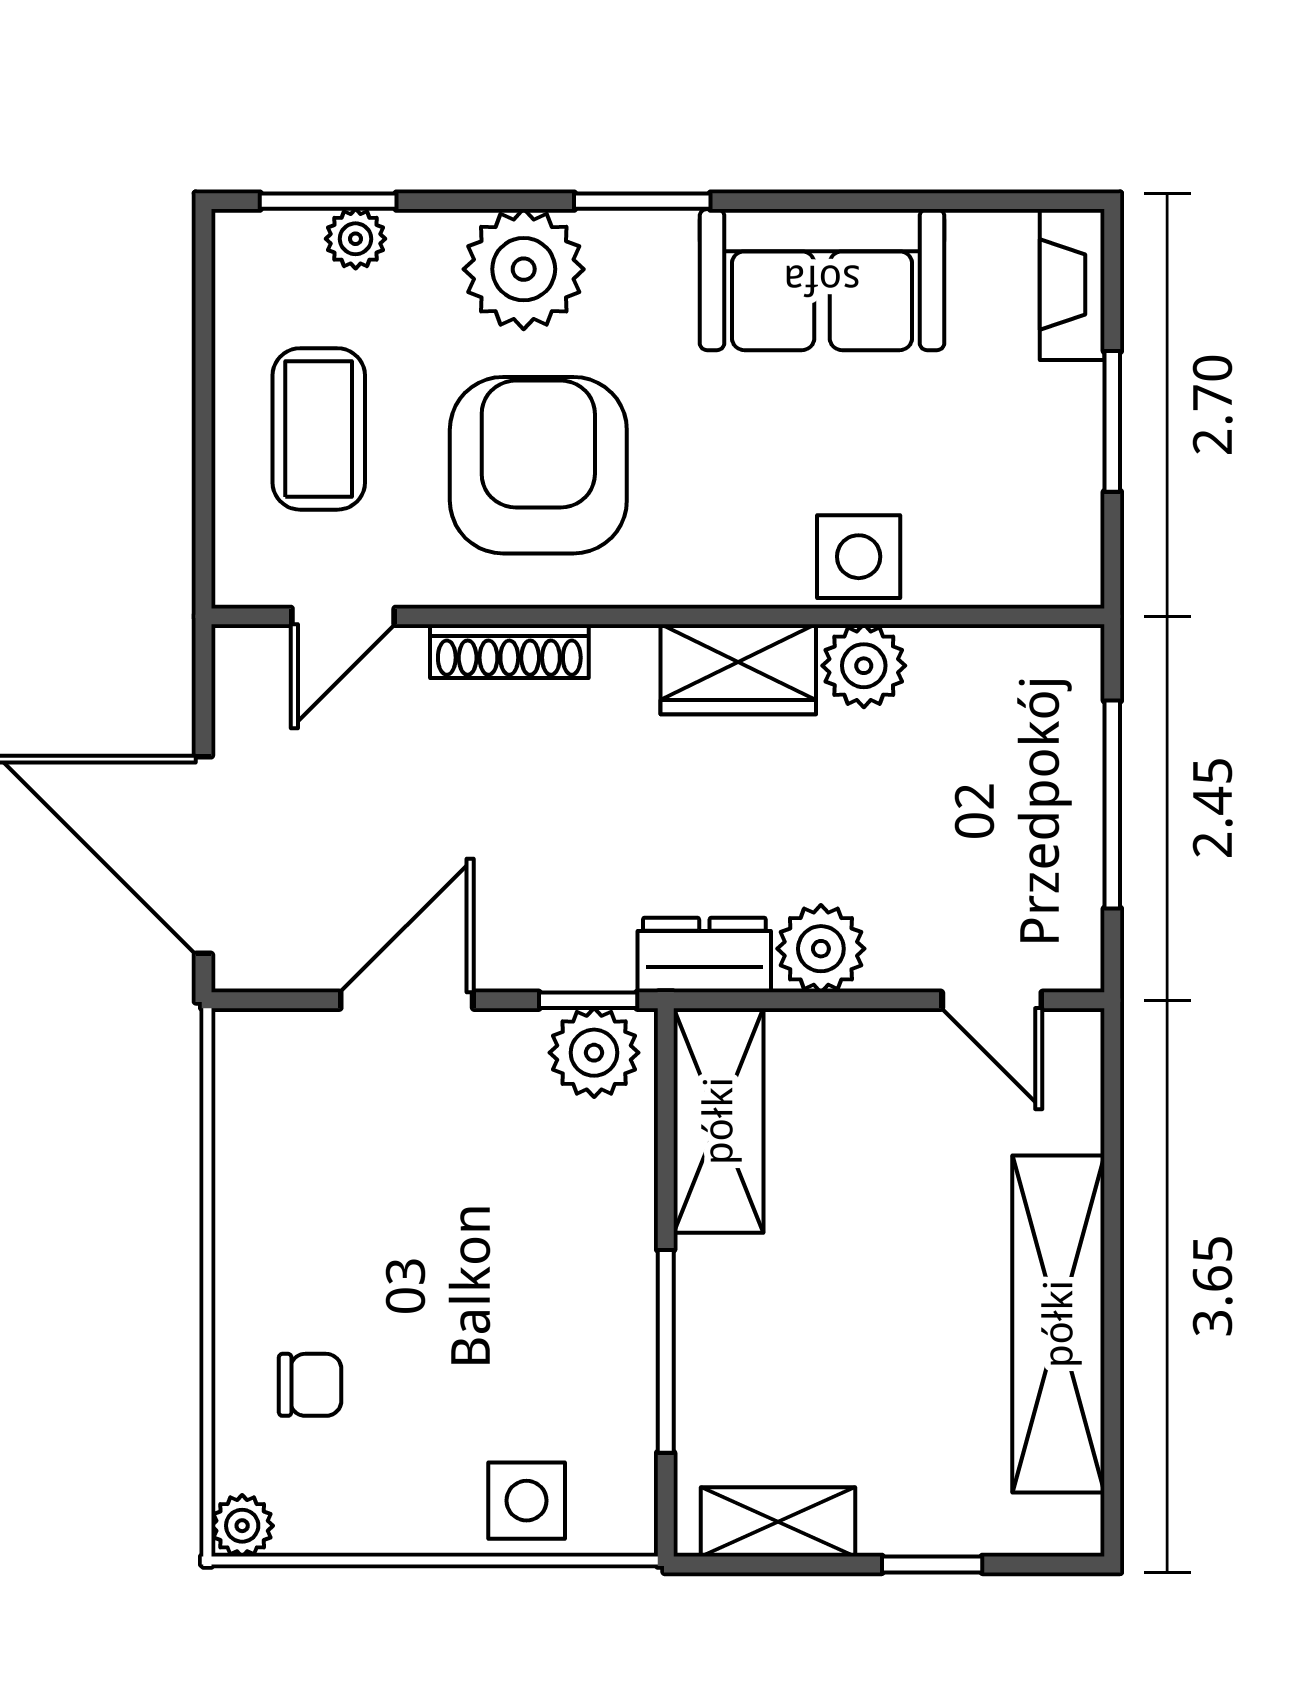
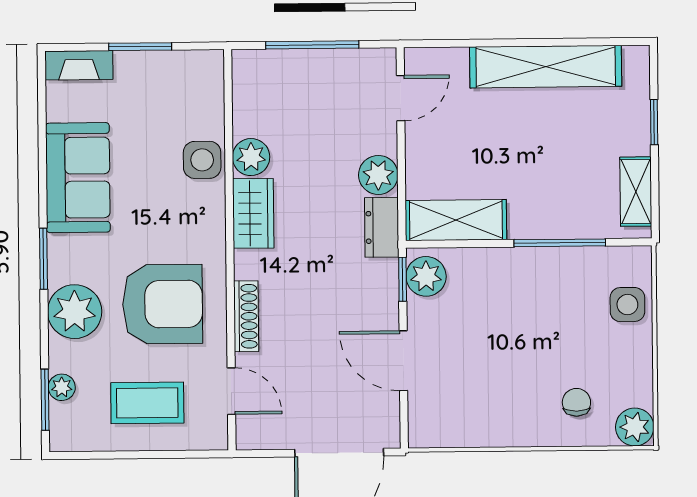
armchair: (538, 465) -> (163, 304), turned 180
plant: (242, 1526) -> (635, 427), width x1.38, depth x1.38

